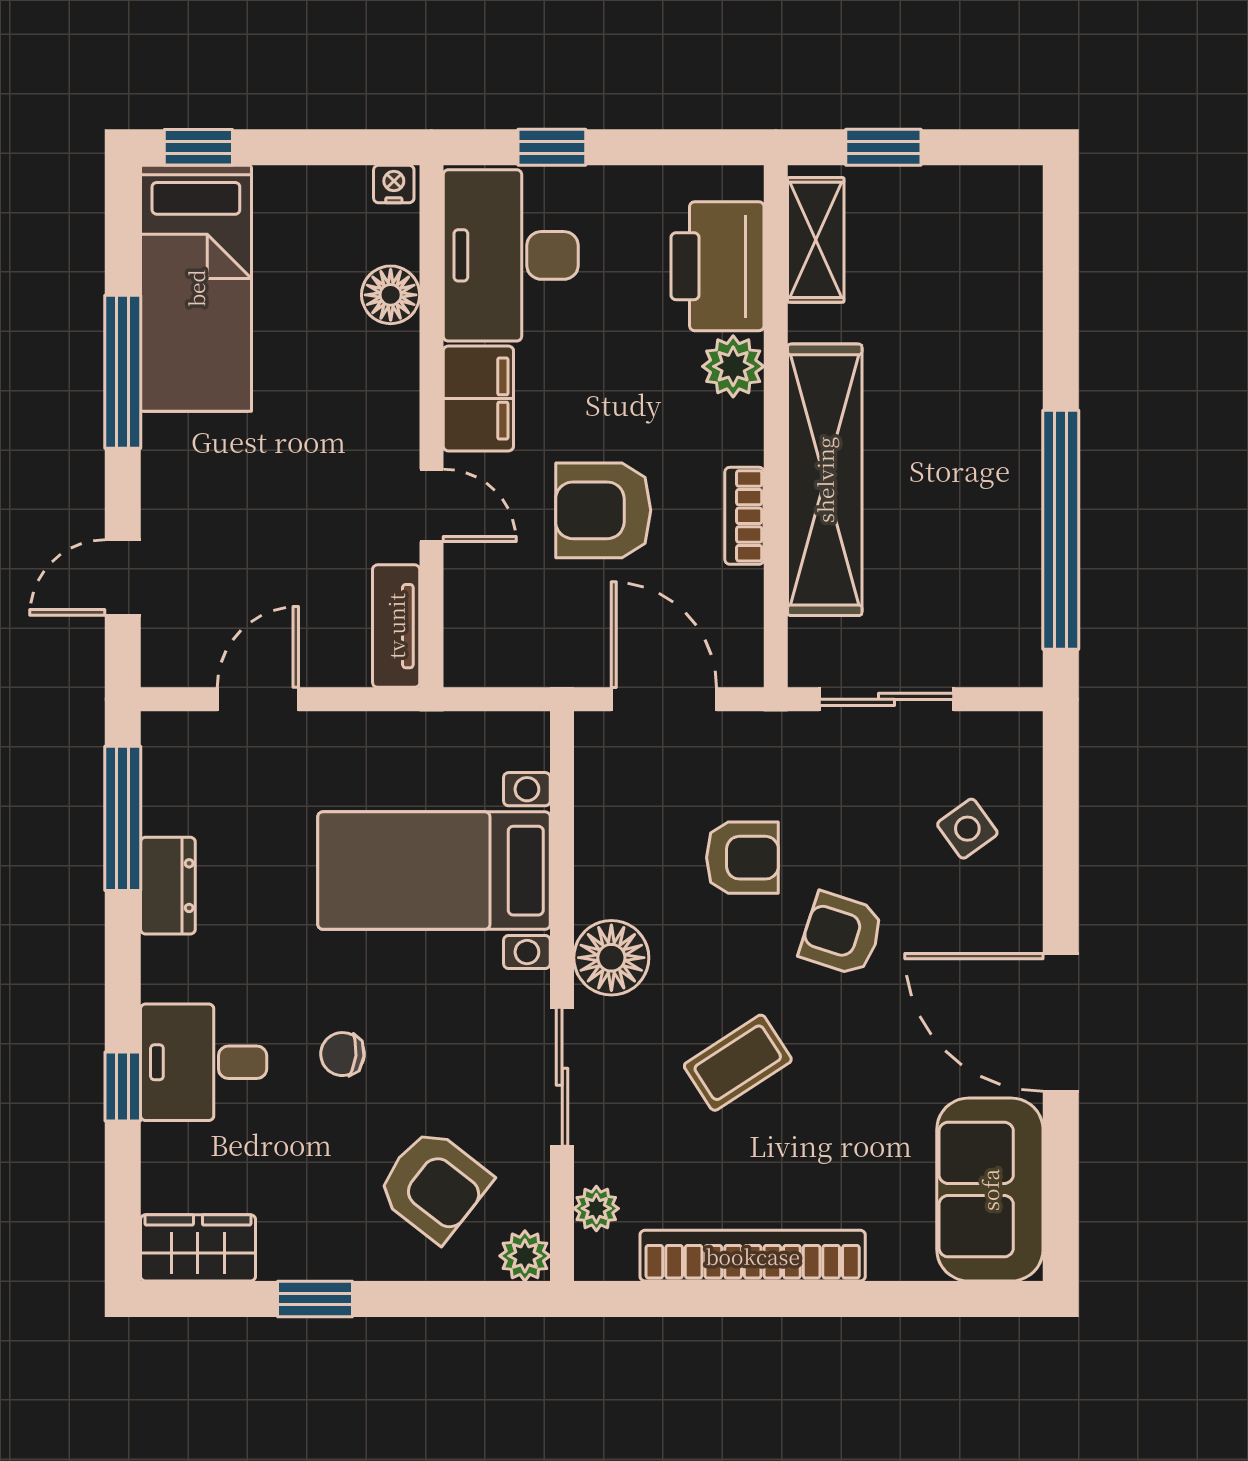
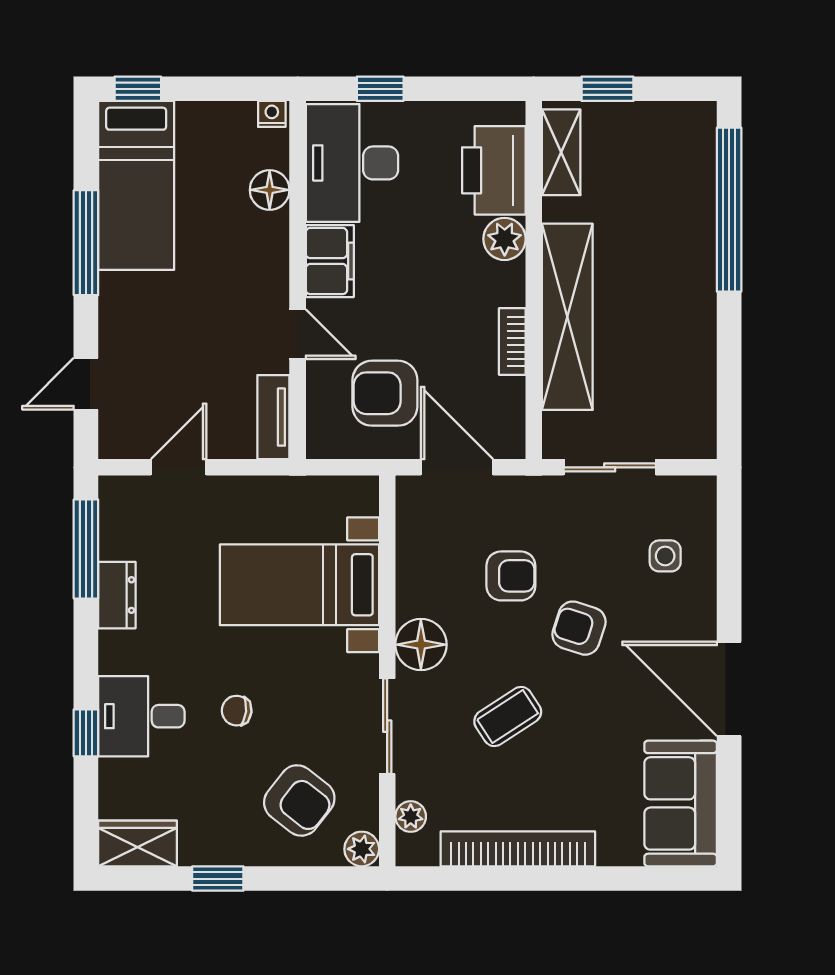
armchair: (603, 510) -> (385, 393), moved
window: (1061, 530) -> (729, 210), moved
side table: (967, 829) -> (665, 556), turned 36

